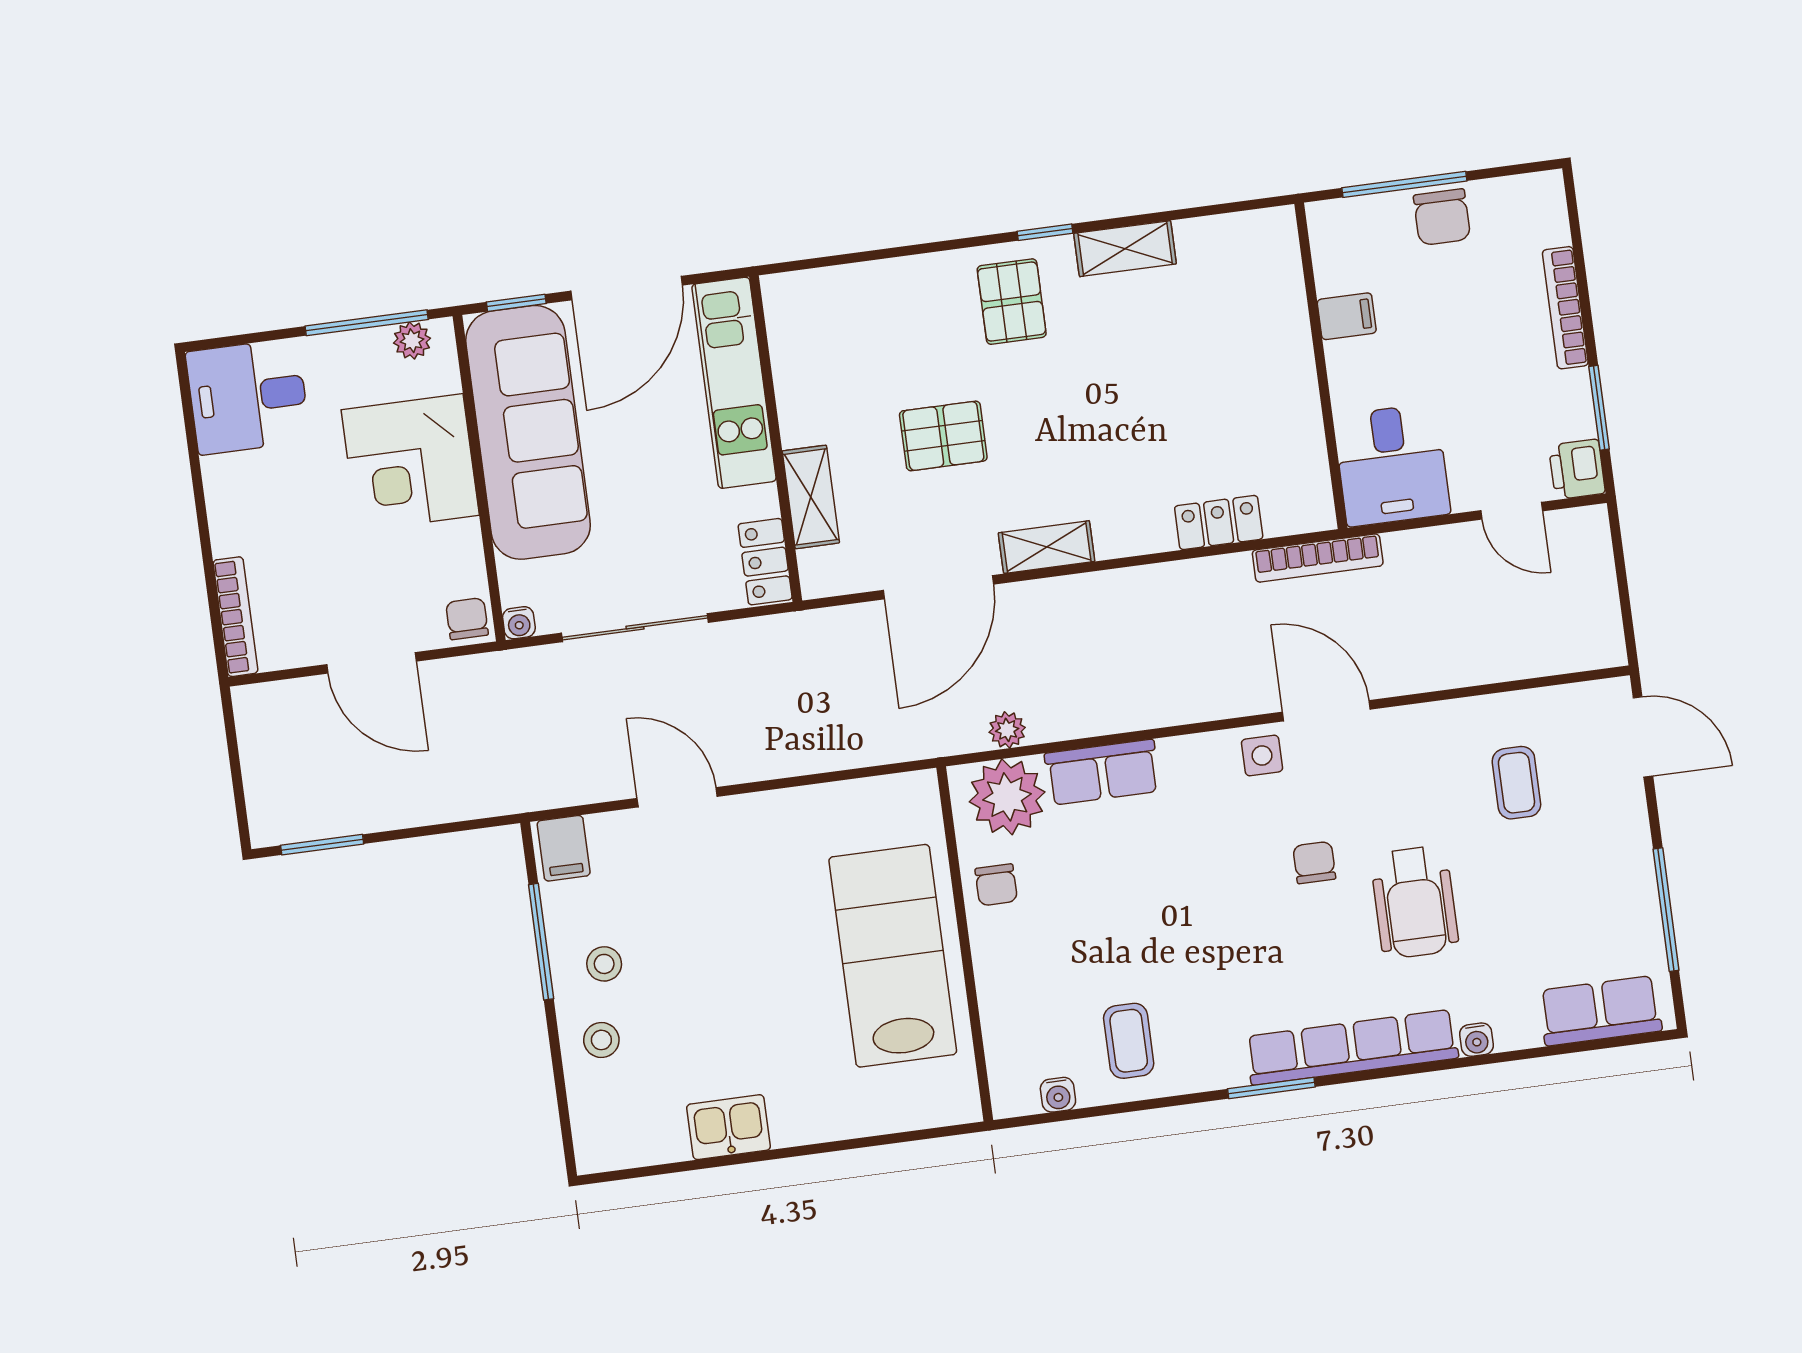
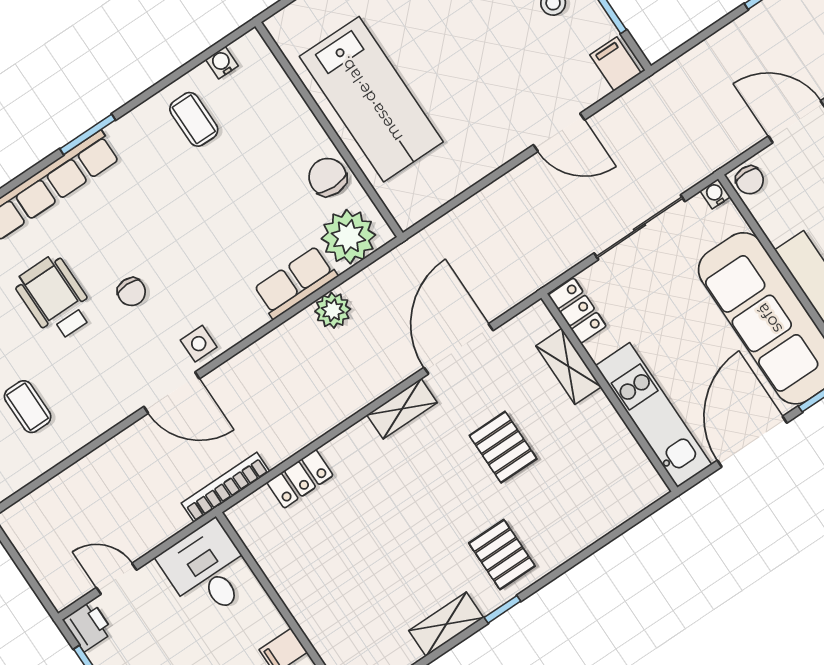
pallet: (943, 436) -> (503, 447), turned 90
plant: (1007, 730) -> (333, 310), moved, width x1.38, depth x1.38
chair: (996, 885) -> (328, 177), width x1.37, depth x1.37

